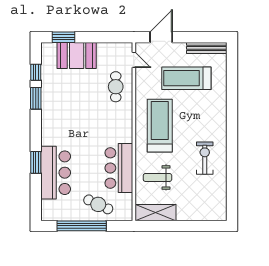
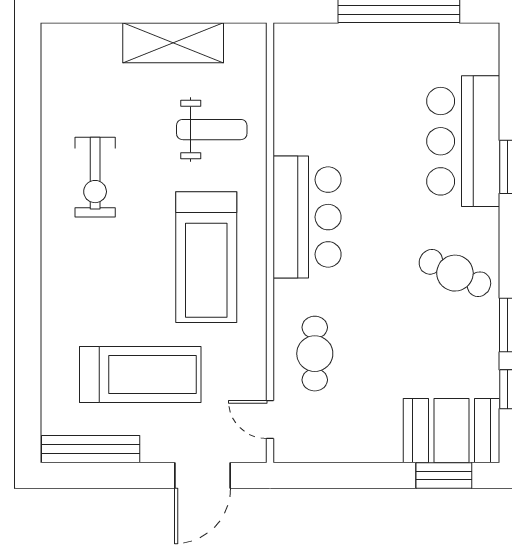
booth: (77, 55) -> (451, 431), moved
bar counter: (119, 168) -> (307, 217), moved
cafe table: (98, 204) -> (455, 273), moved
shelving: (156, 213) -> (173, 43), moved

